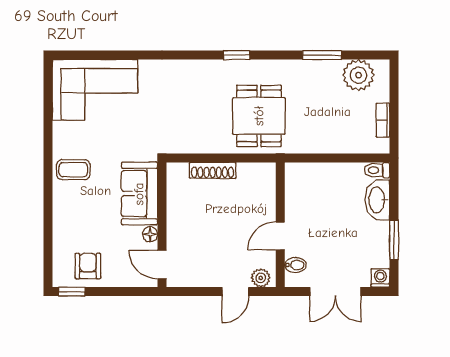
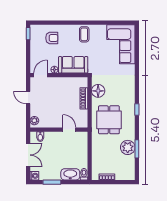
plant: (358, 75) -> (128, 147), moved
dining table: (259, 116) -> (109, 120), turned 90
floor lamp: (196, 139) -> (98, 91), added
door: (280, 236) -> (69, 130), moved
armchair: (88, 266) -> (52, 38), moved
door: (236, 292) -> (28, 98), moved
double door: (335, 292) -> (28, 155), swing flipped

